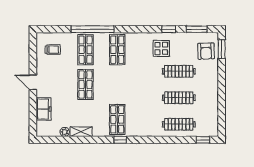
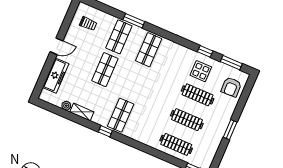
window: (93, 29) -> (134, 21), width x0.47
display table: (161, 48) -> (201, 71), moved
window: (222, 49) -> (230, 130), moved
door: (33, 82) -> (57, 46), swing flipped
freezer: (44, 109) -> (56, 76), width x1.40
window: (120, 140) -> (105, 131), moved

